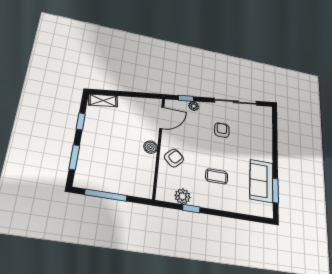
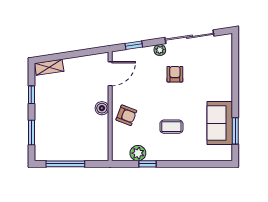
plant: (194, 106) -> (160, 50), moved
armchair: (174, 158) -> (126, 115), turned 67

